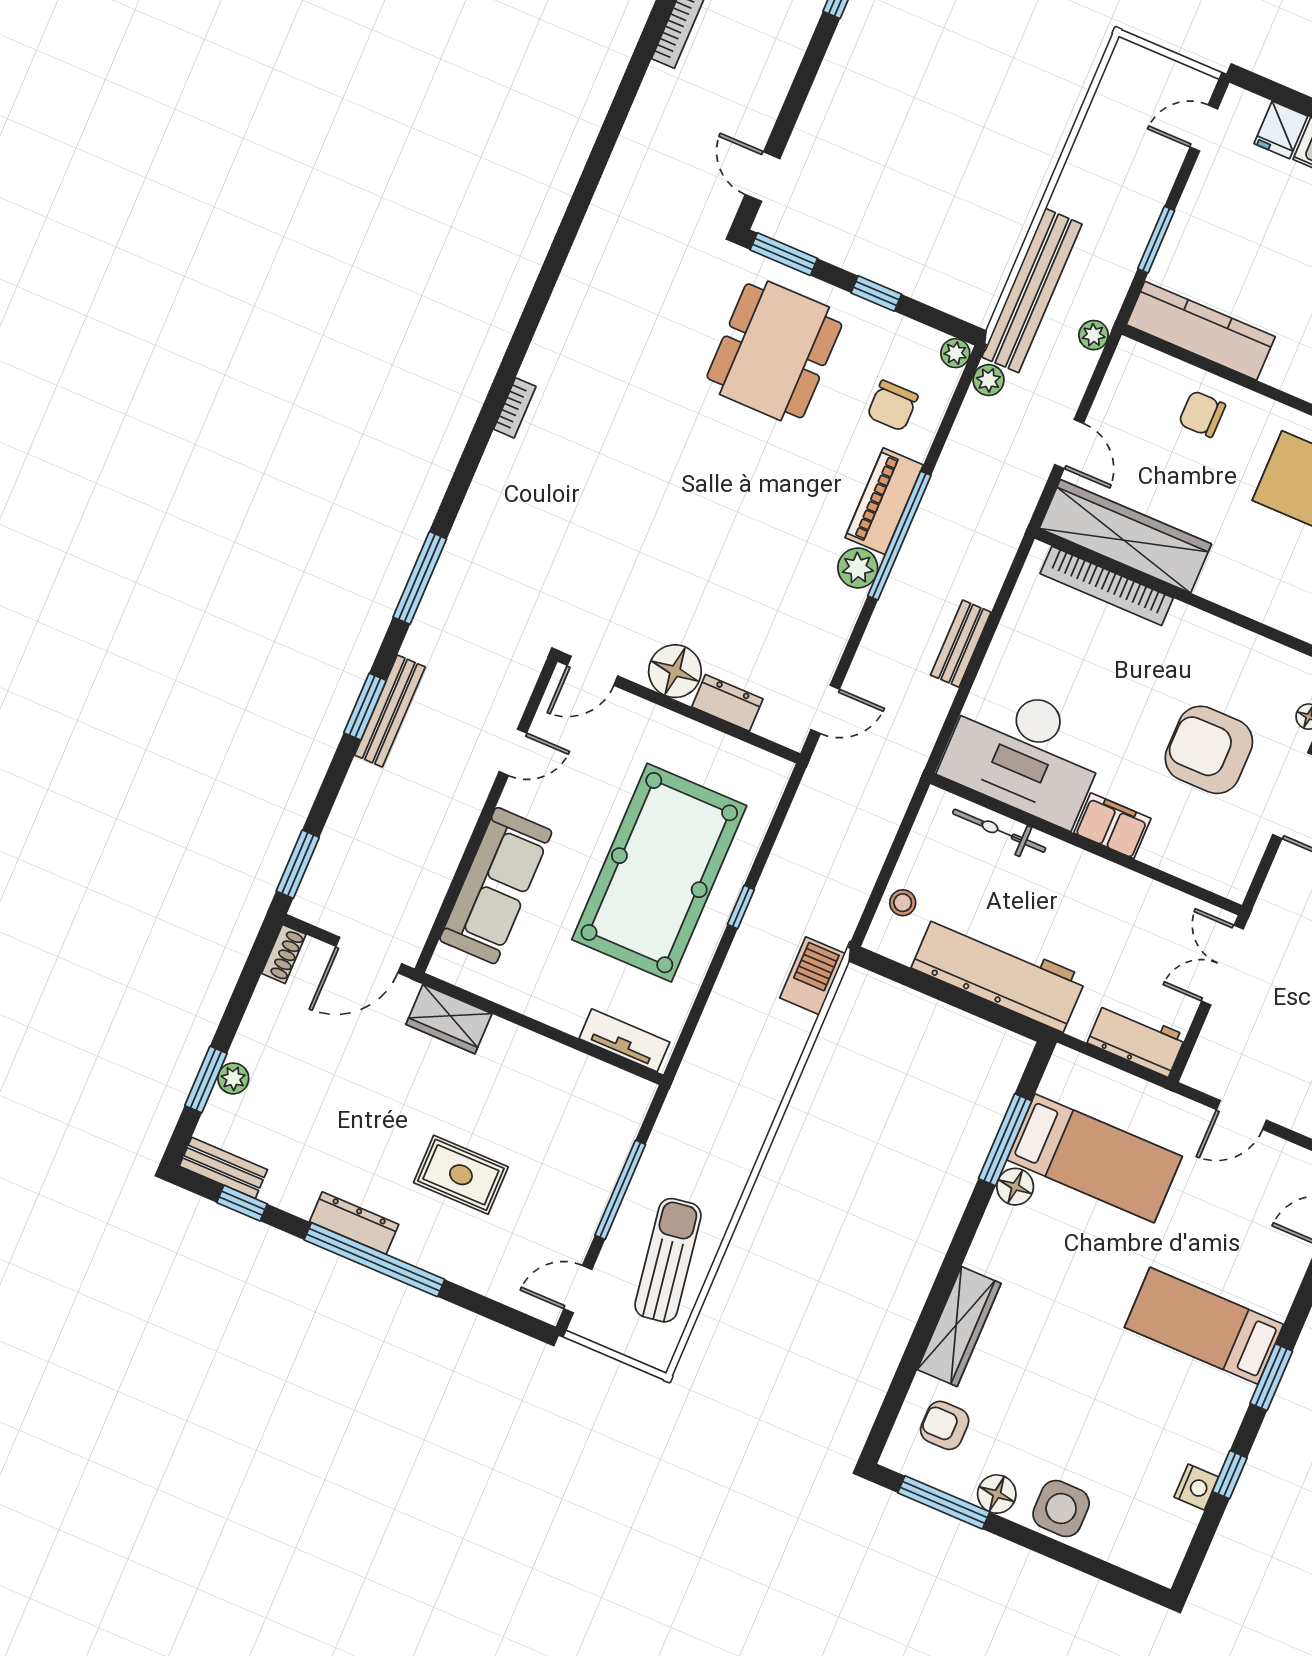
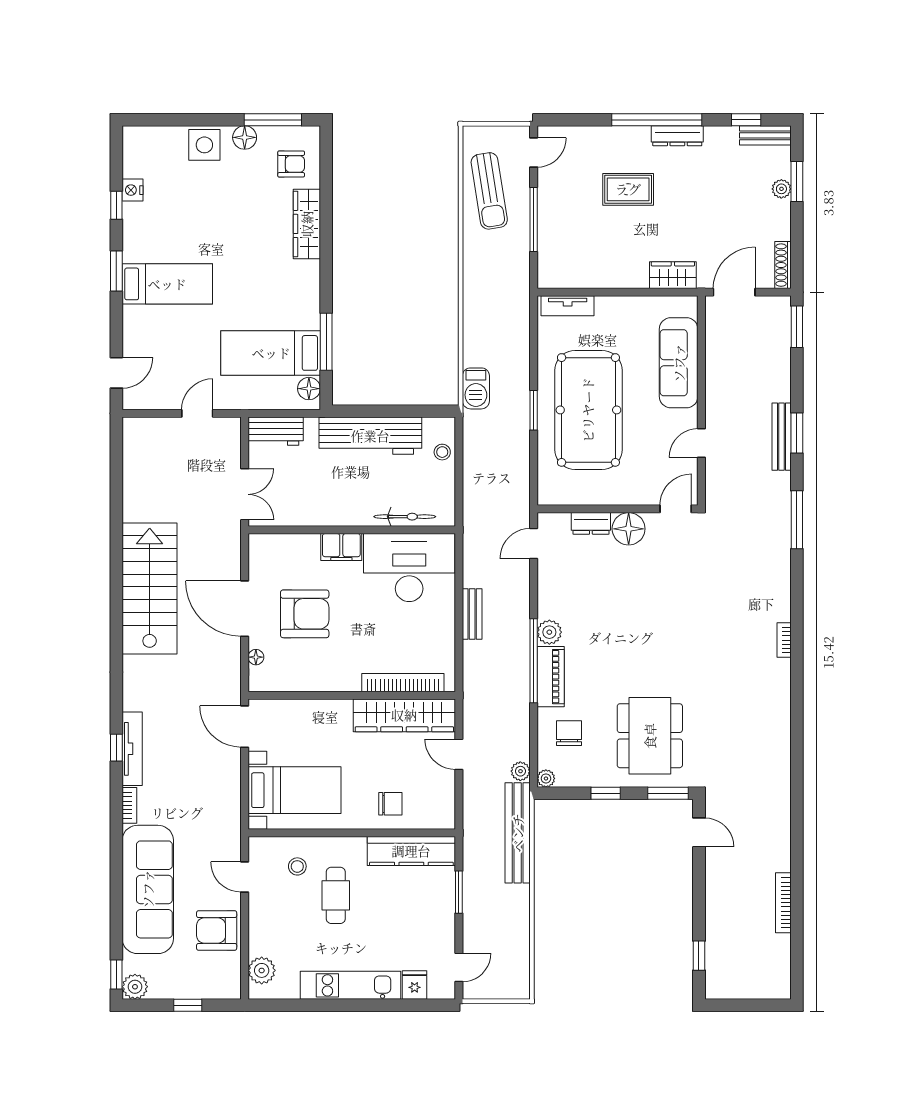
plant: (1094, 335) -> (472, 822), removed
window: (741, 907) -> (534, 410), width x1.50
shoe rack: (284, 954) -> (783, 265), width x1.43
floor lamp: (1015, 1187) -> (309, 389), moved

